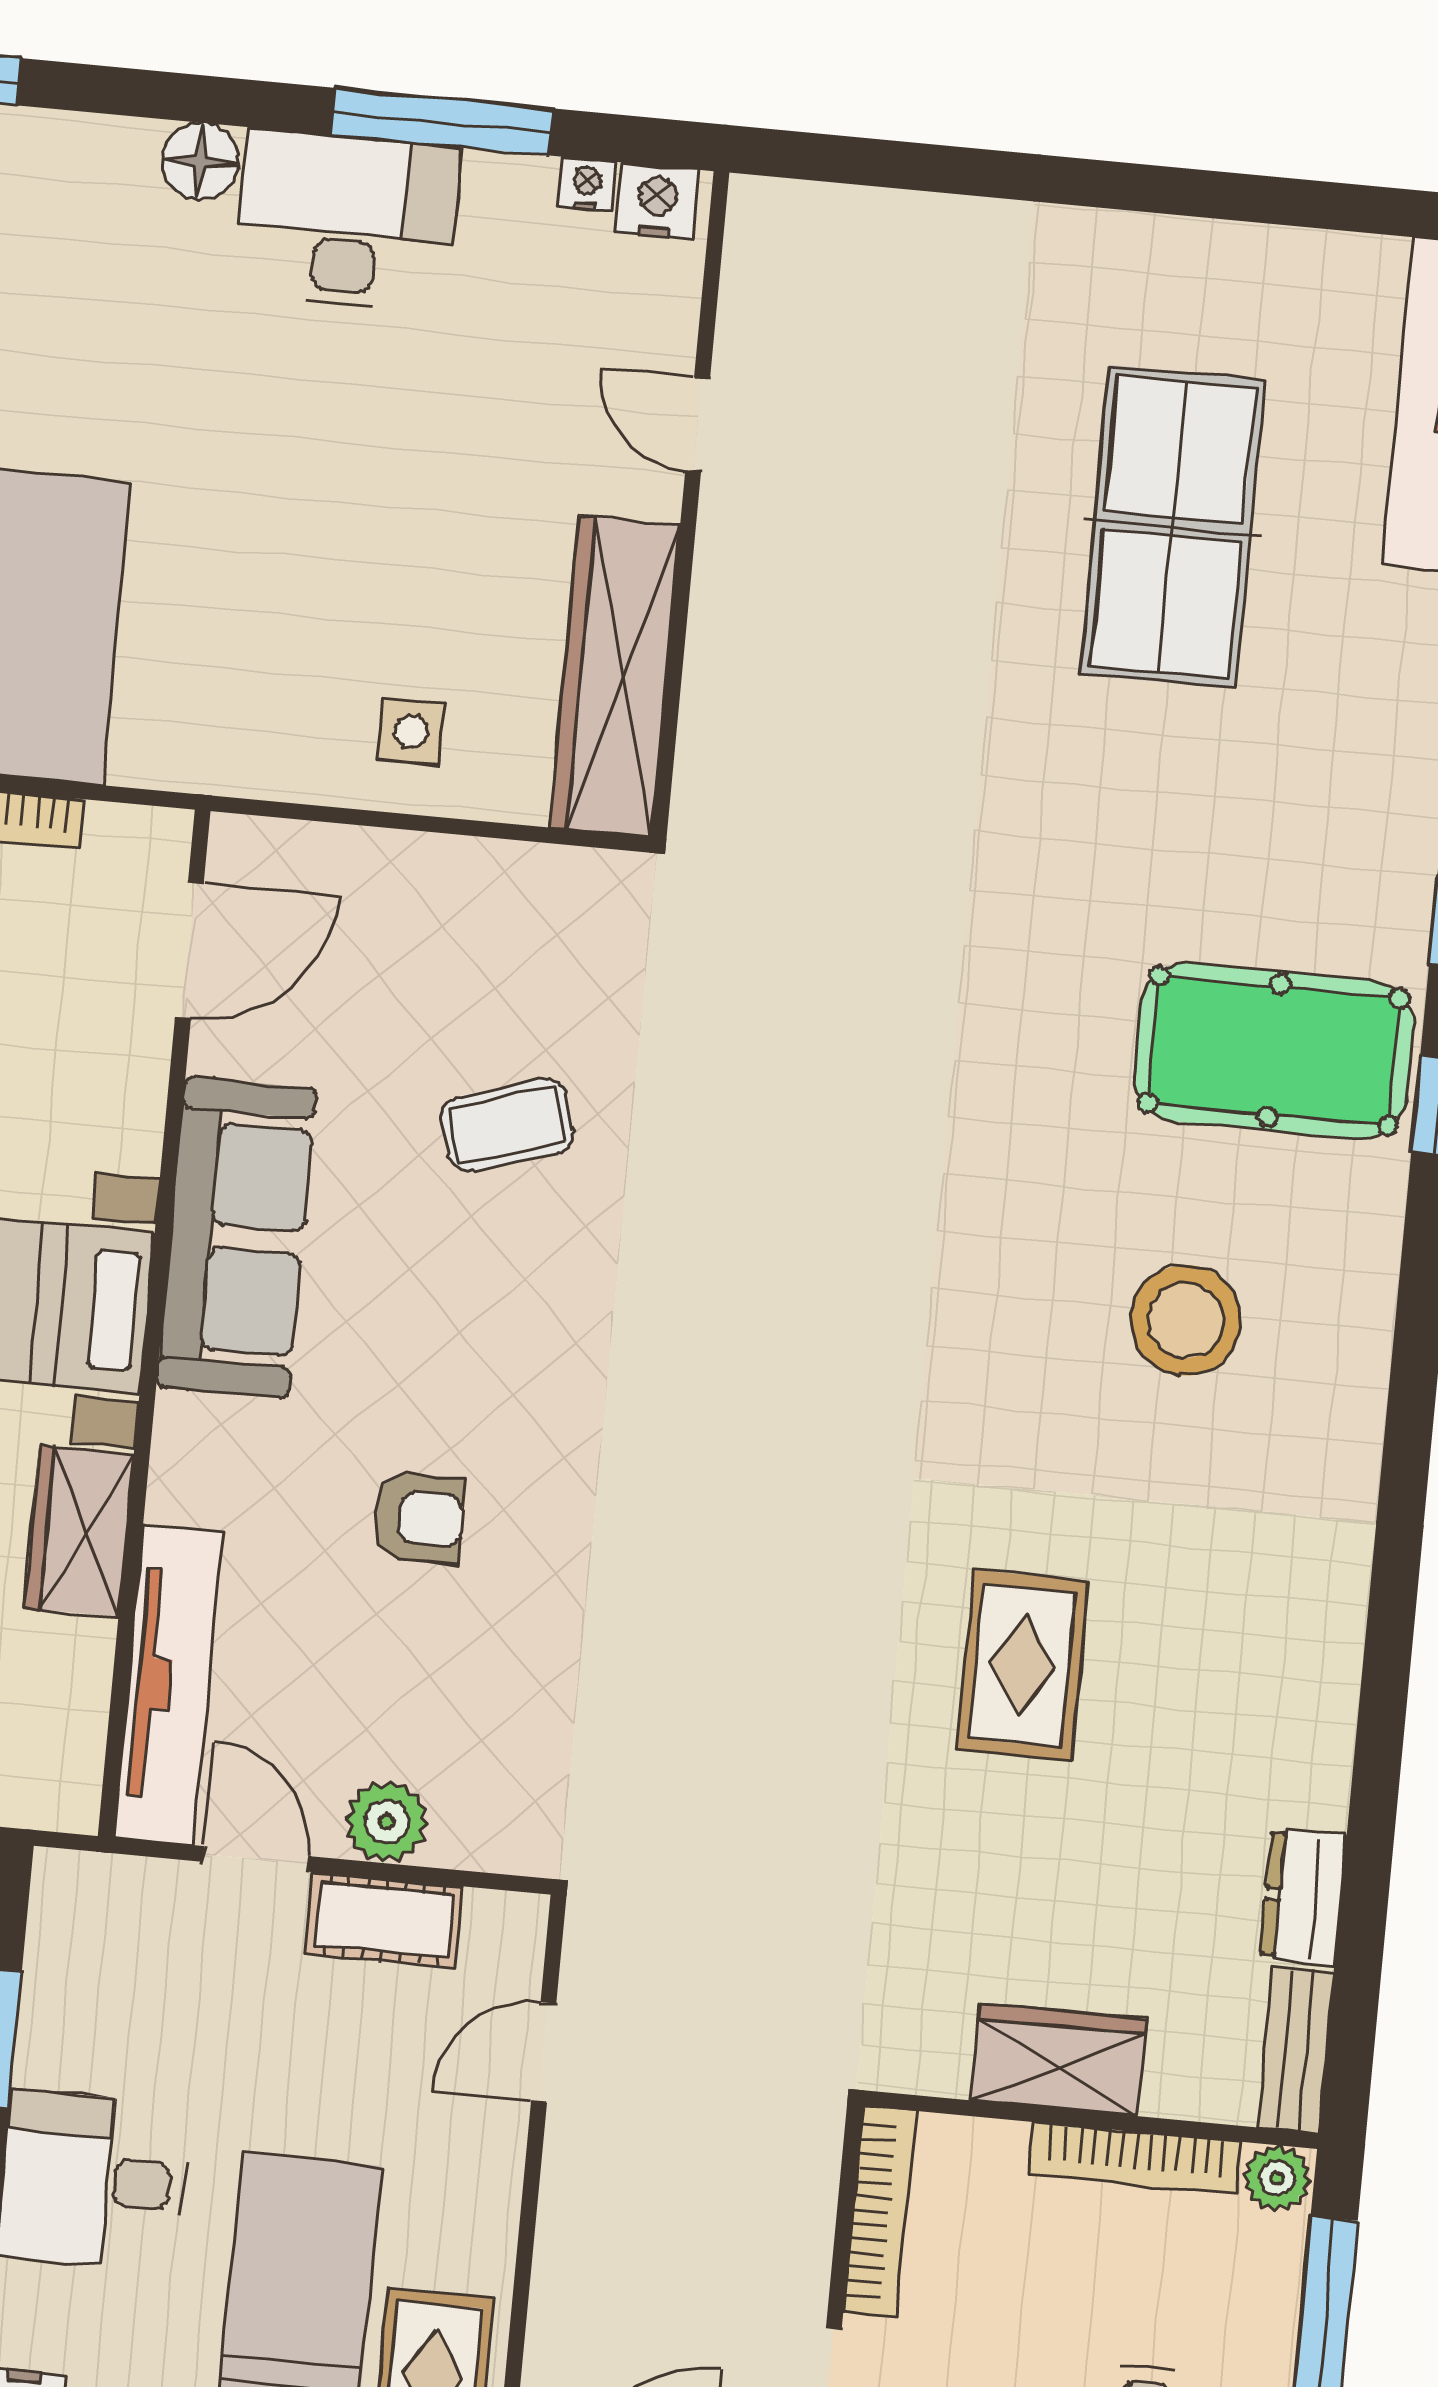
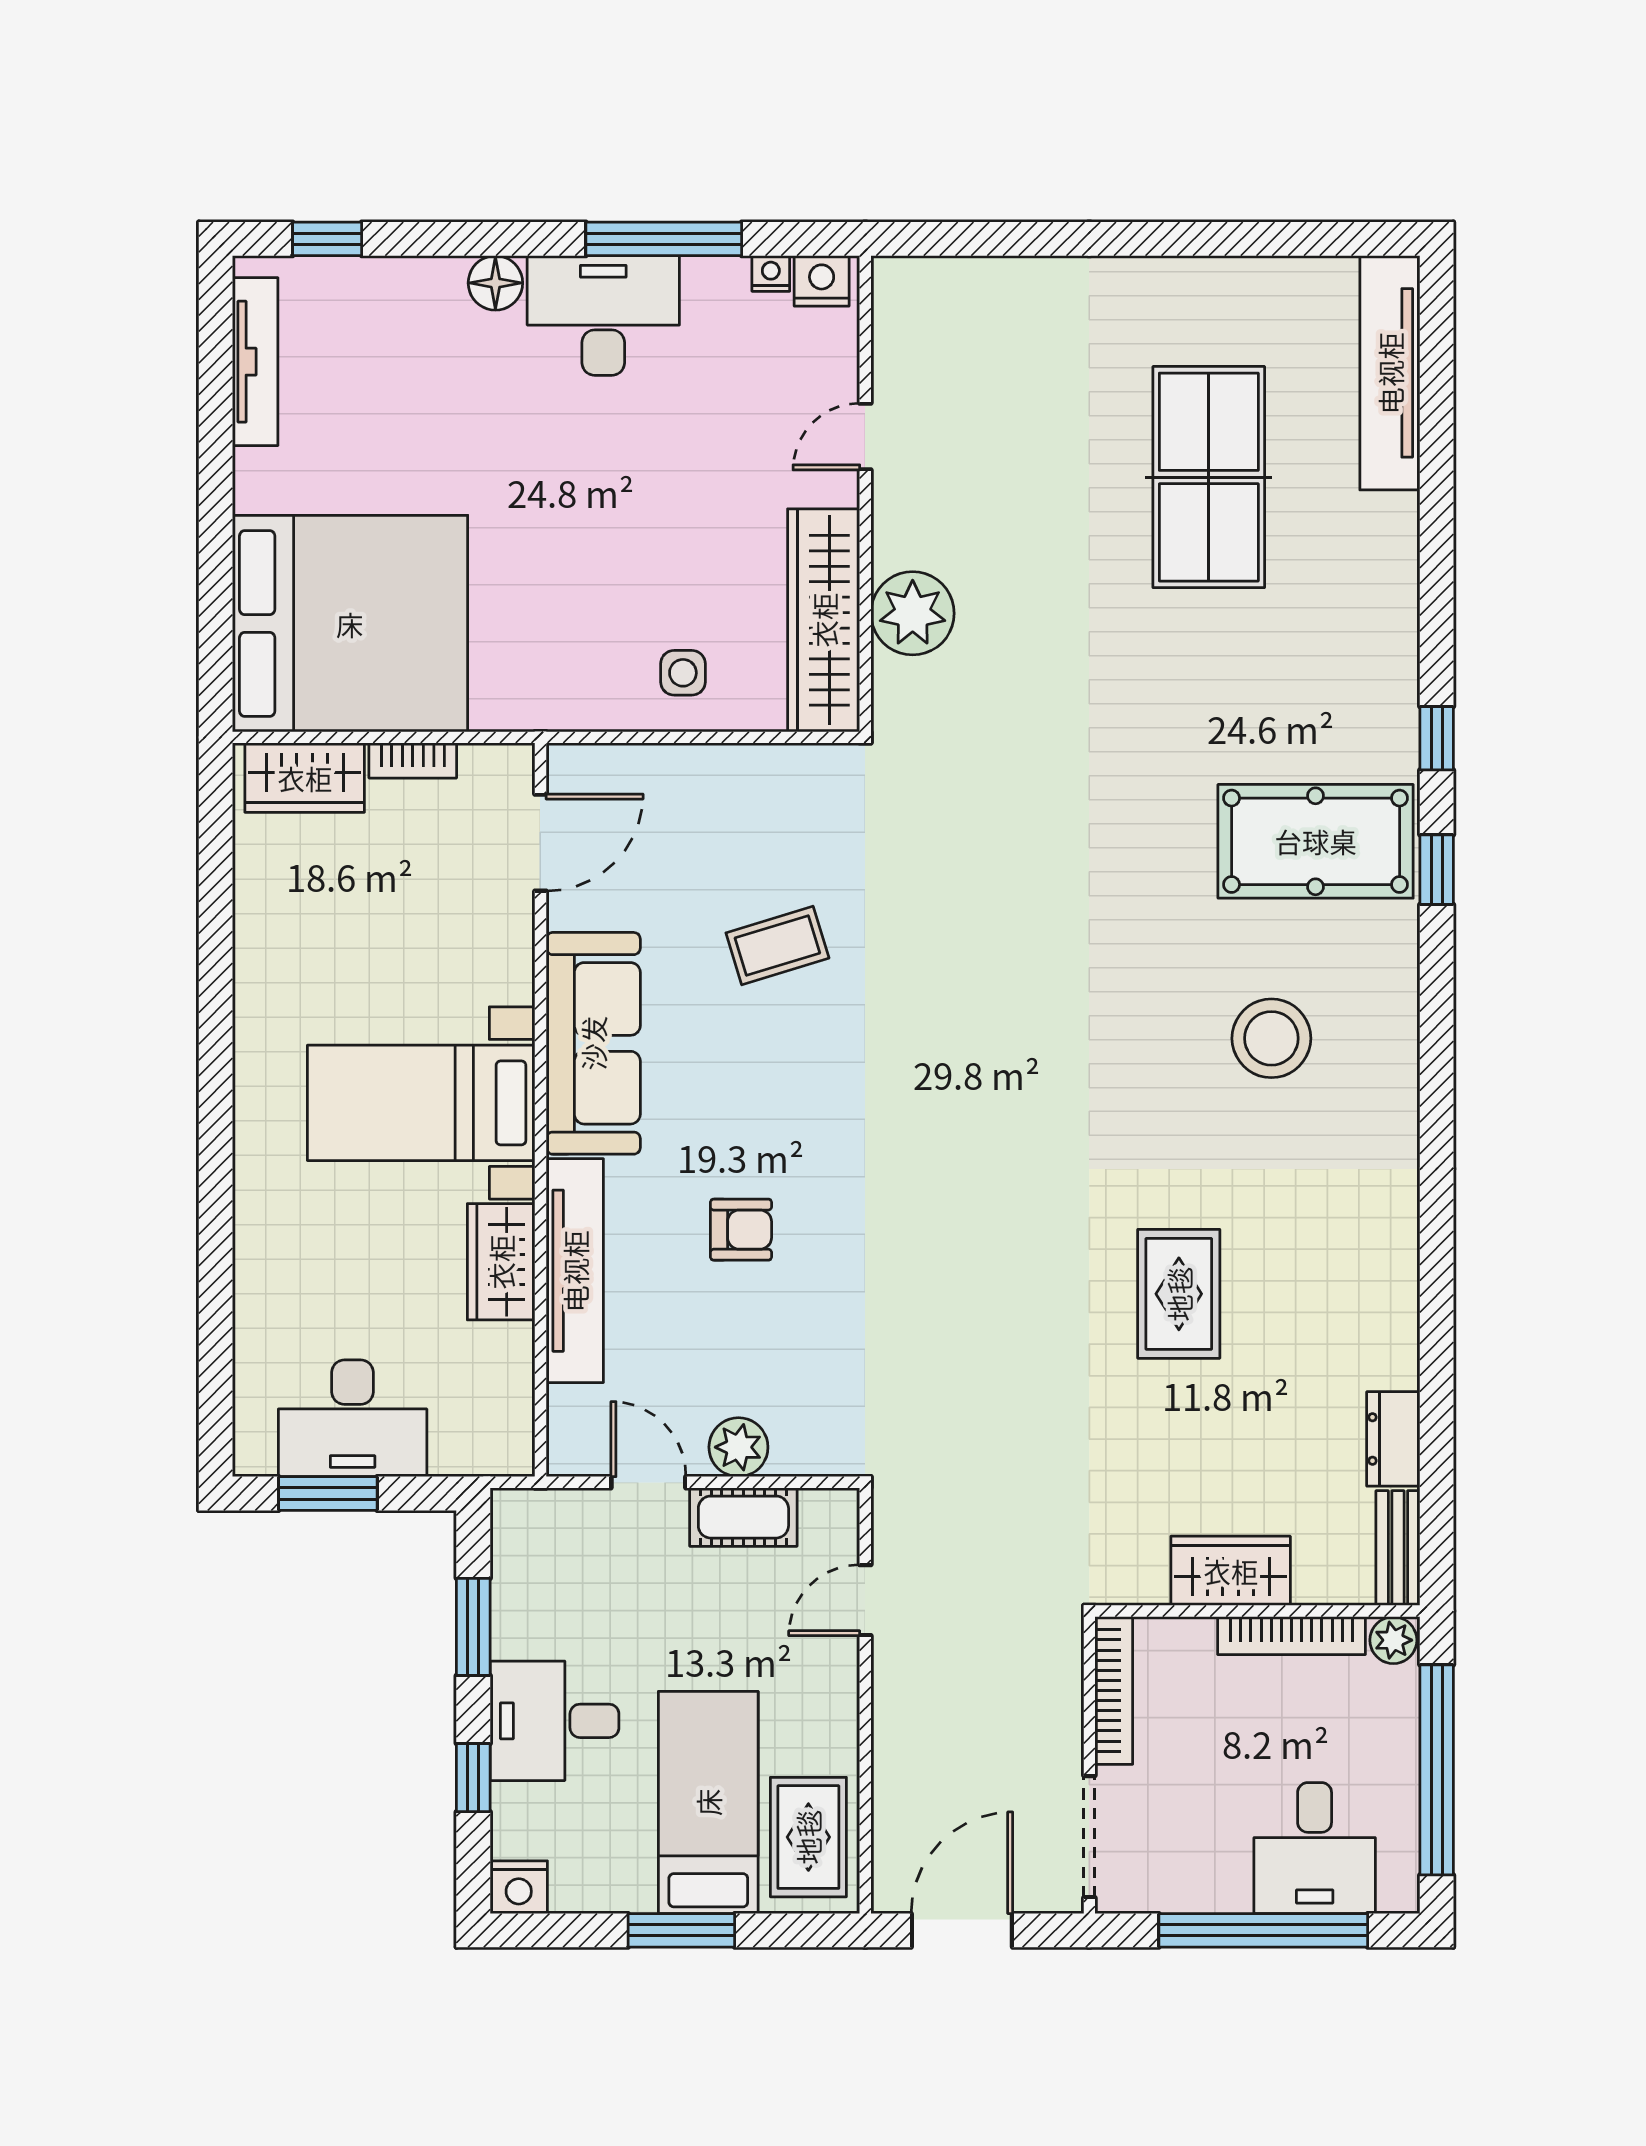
door: (698, 425) -> (865, 437), hinge flipped
plant: (740, 678) -> (913, 613), added
tv unit: (168, 1685) -> (575, 1271), moved

